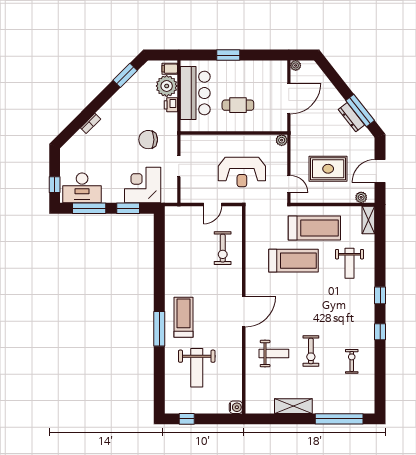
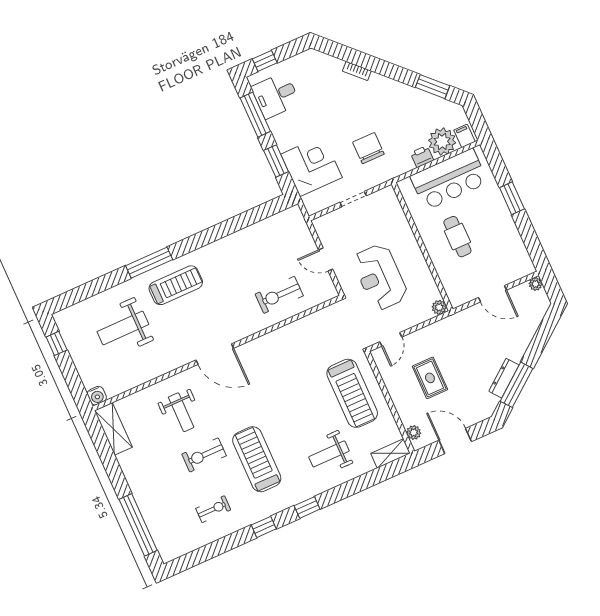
door: (289, 99) -> (492, 294), width x0.73
rug: (328, 169) -> (430, 378), width x0.73, depth x0.70
desk: (82, 188) -> (276, 95), width x0.73
treadmill: (294, 261) -> (257, 459), moved, turned 180
shelving: (293, 406) -> (113, 429), moved

